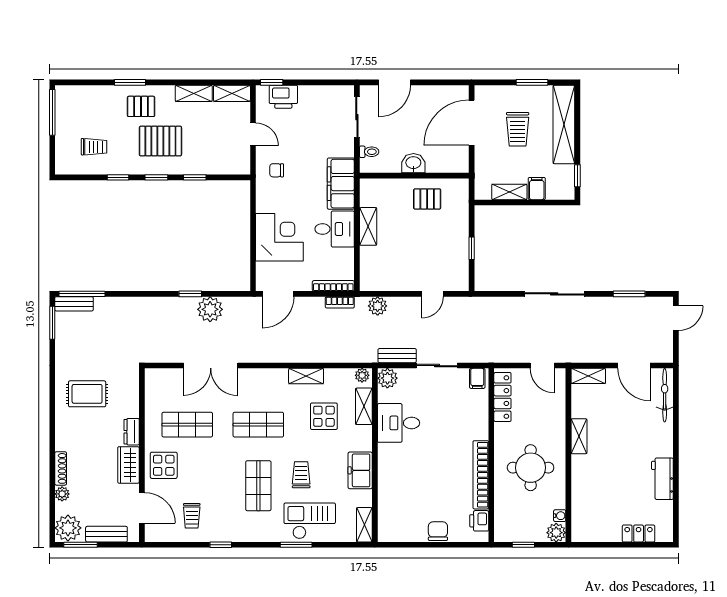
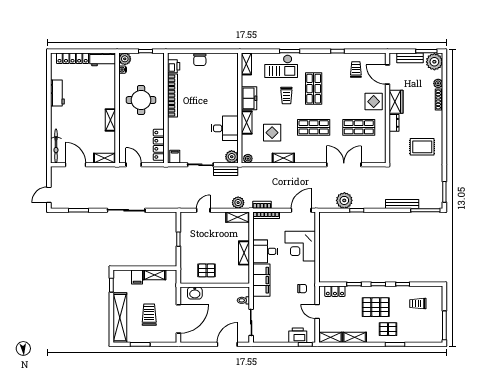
washbasin: (413, 163) -> (195, 293), moved
locker: (225, 166) -> (335, 291), added
shelving: (378, 283) -> (238, 217), added
bench: (74, 304) -> (402, 204), moved, width x1.36
shelving: (364, 406) -> (247, 123), moved
workbench: (591, 532) -> (103, 59), added
locker: (639, 534) -> (73, 58), width x1.53

